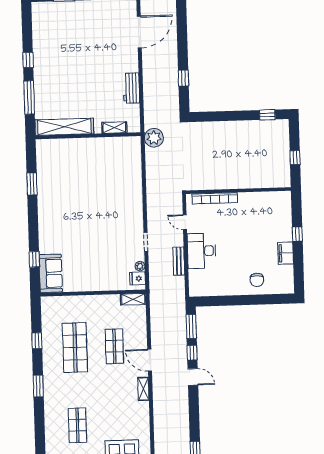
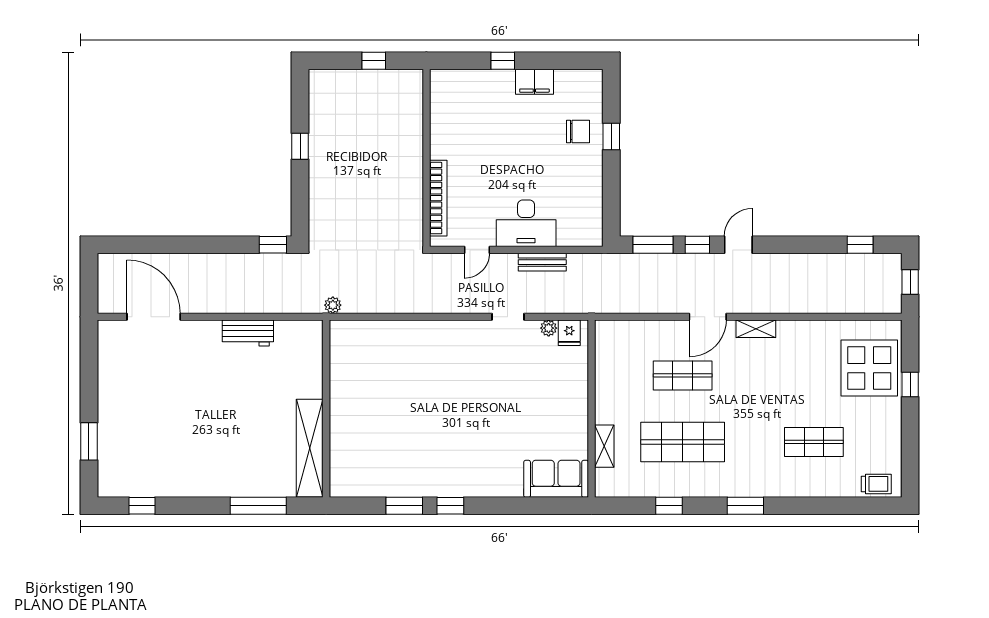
window: (28, 60) -> (142, 506), moved
window: (183, 78) -> (273, 245), moved
window: (267, 115) -> (300, 146), moved
shelving: (114, 128) -> (314, 364), removed
plant: (154, 138) -> (333, 305), width x0.53, depth x0.53
window: (34, 259) -> (450, 506), moved
shelving: (133, 299) -> (604, 446), moved
window: (255, 300) -> (611, 137), added

